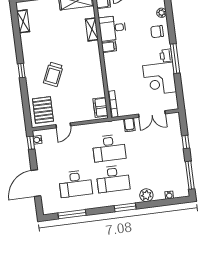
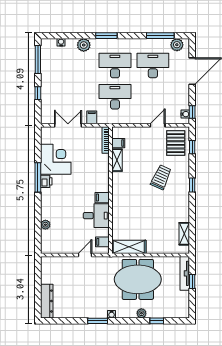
shelving: (92, 29) -> (117, 160), moved
chair: (157, 32) -> (52, 206), removed
filing cabinet: (101, 107) -> (118, 143), width x0.50
window: (26, 108) -> (192, 147), added
plant: (54, 207) -> (177, 45), added

